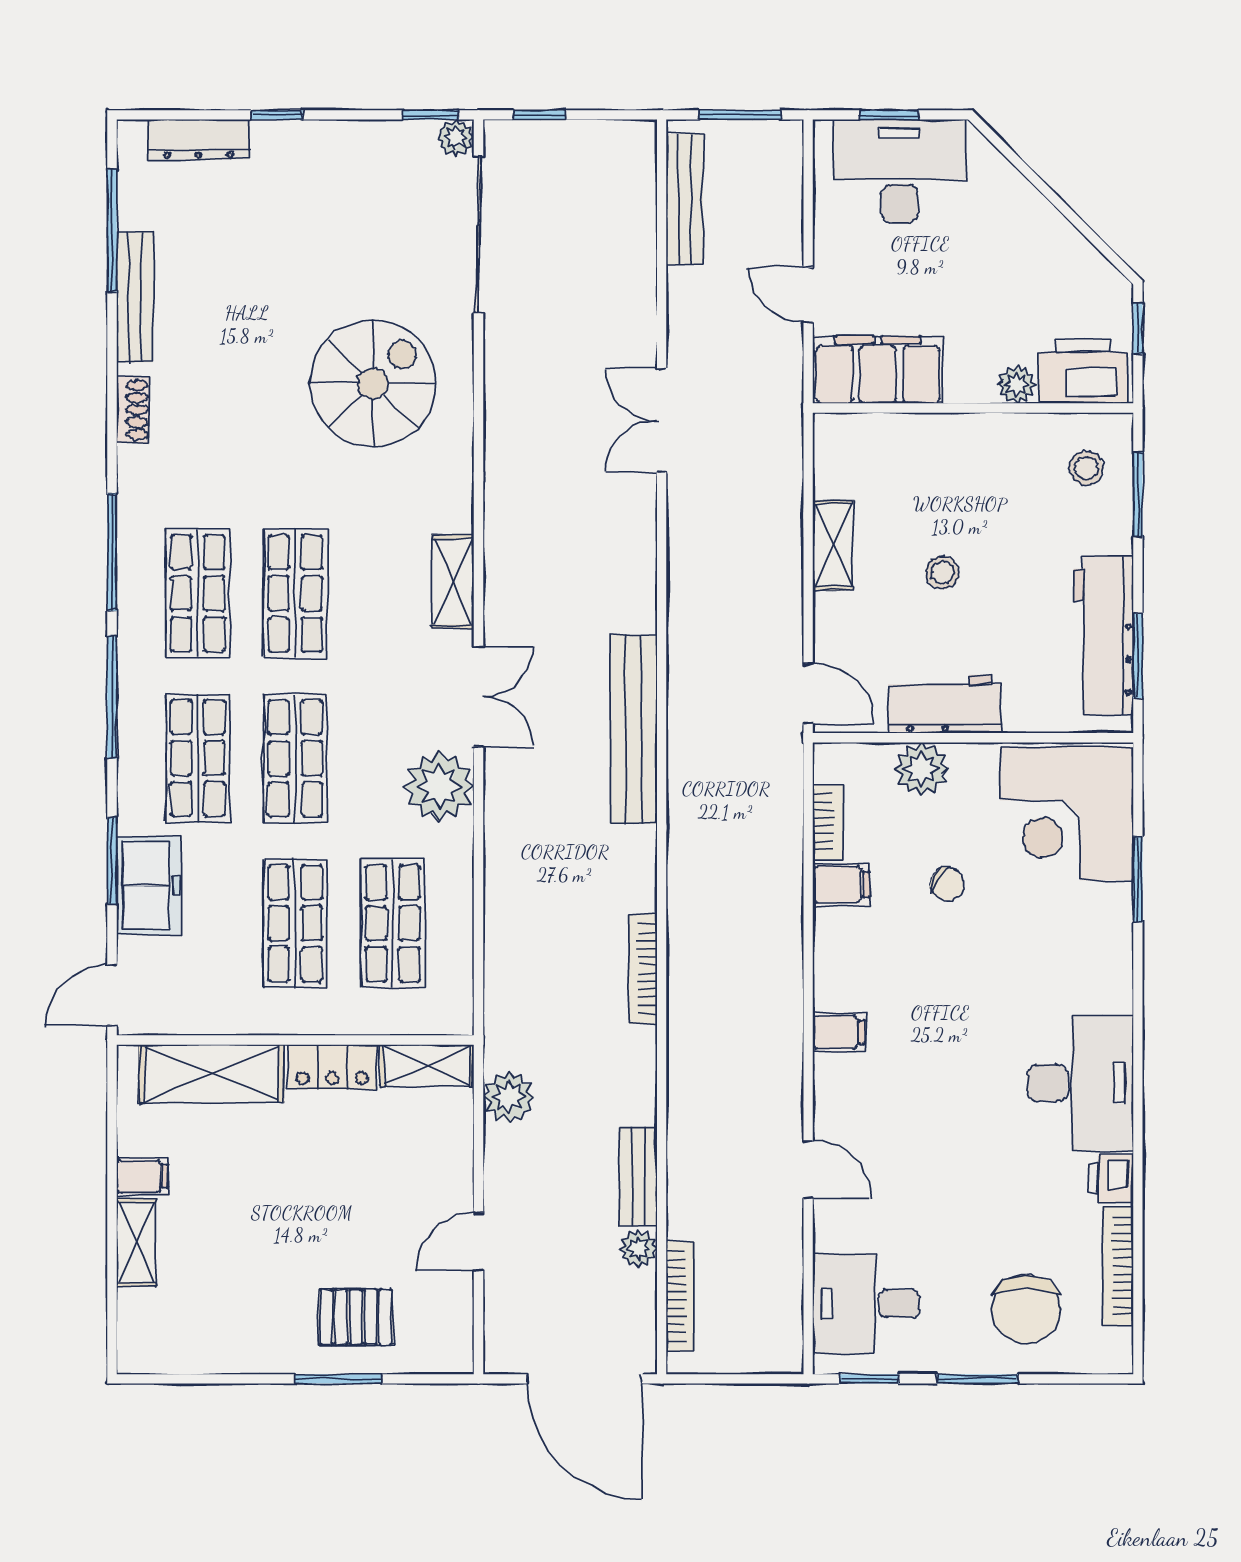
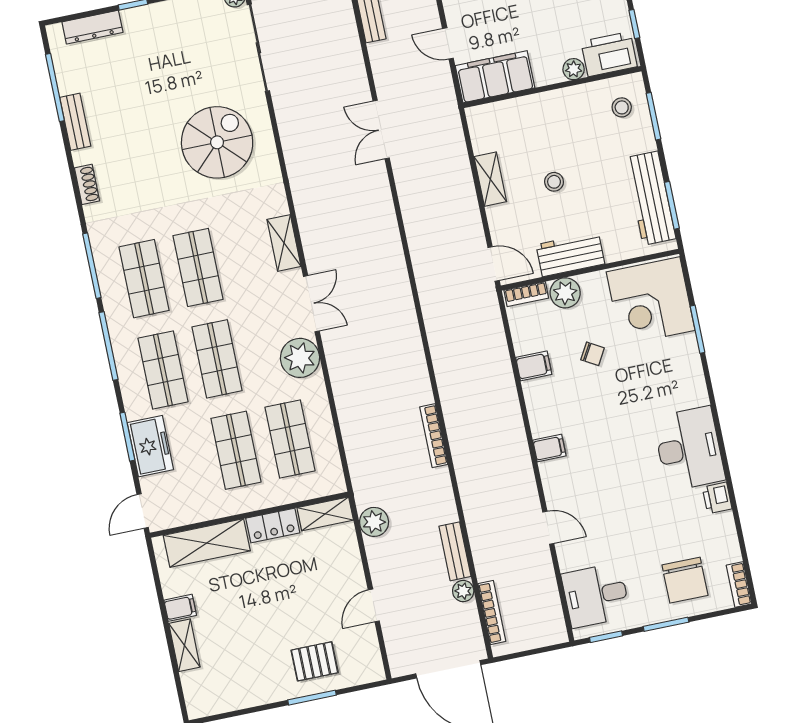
bench: (135, 297) -> (75, 122), width x0.73
bench: (634, 729) -> (401, 304), removed
bookcase: (828, 822) -> (526, 294), moved, turned 90
bookcase: (1118, 1266) -> (739, 585), moved, width x0.64

